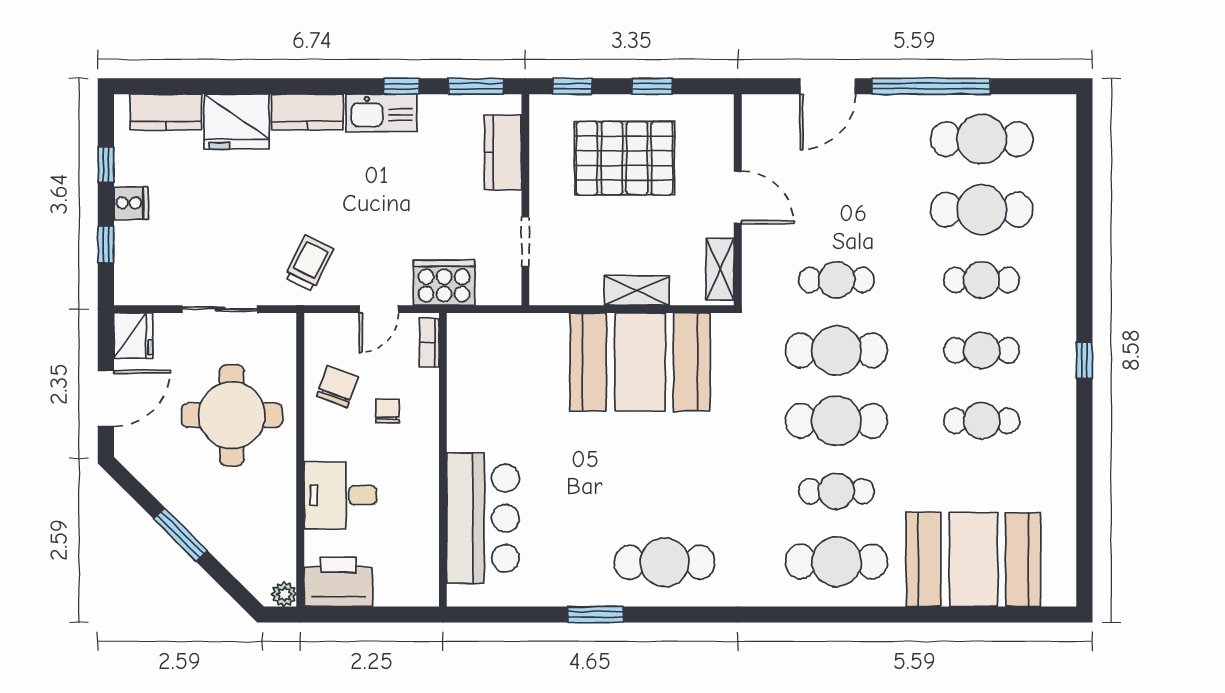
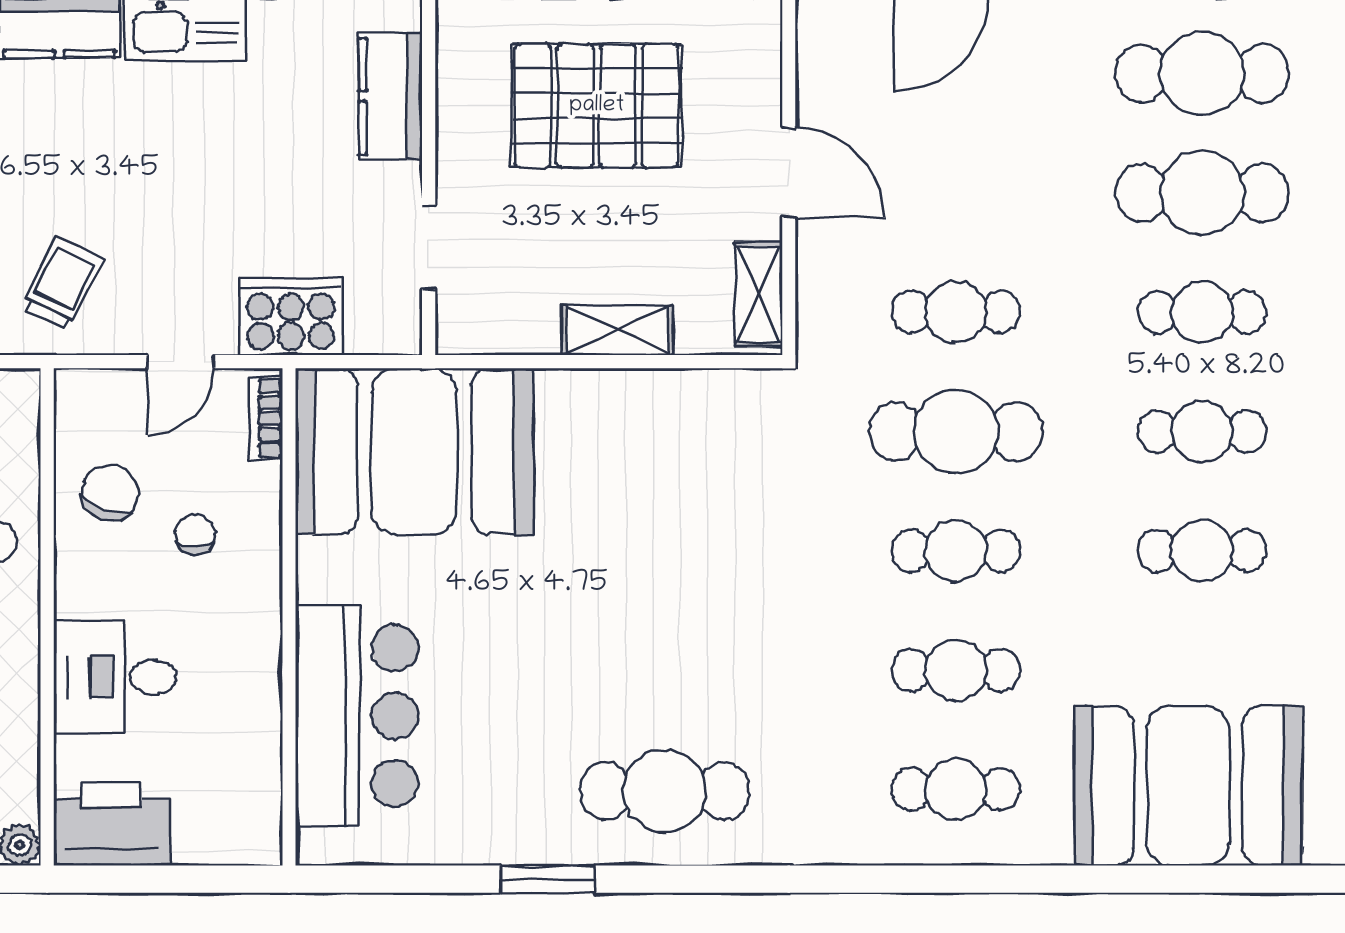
booth: (640, 362) -> (414, 451), moved
cafe table: (836, 421) -> (956, 551), width x0.73, depth x0.74
cafe table: (836, 562) -> (956, 789), width x0.73, depth x0.74

